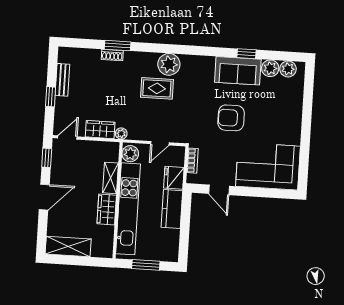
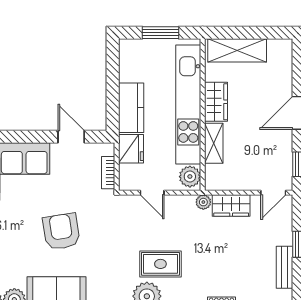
armchair: (231, 118) -> (61, 232), turned -99
door: (160, 143) -> (152, 193), swing flipped
shelving: (68, 246) -> (237, 50), moved

